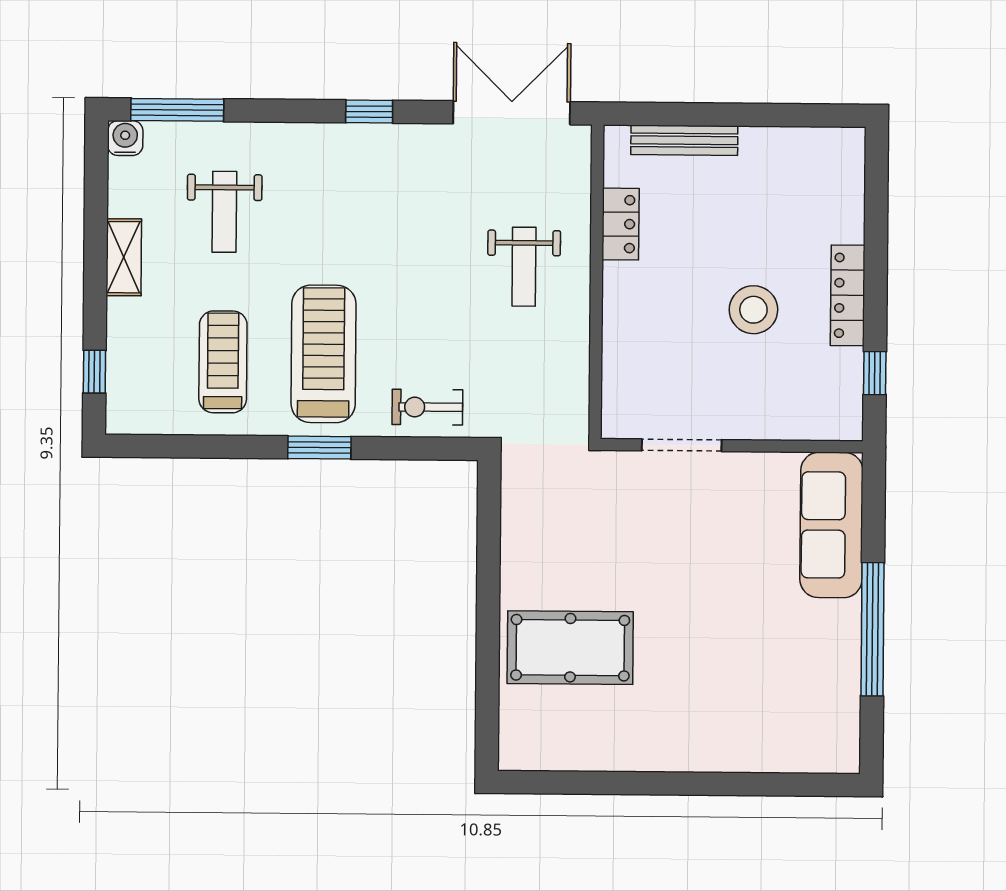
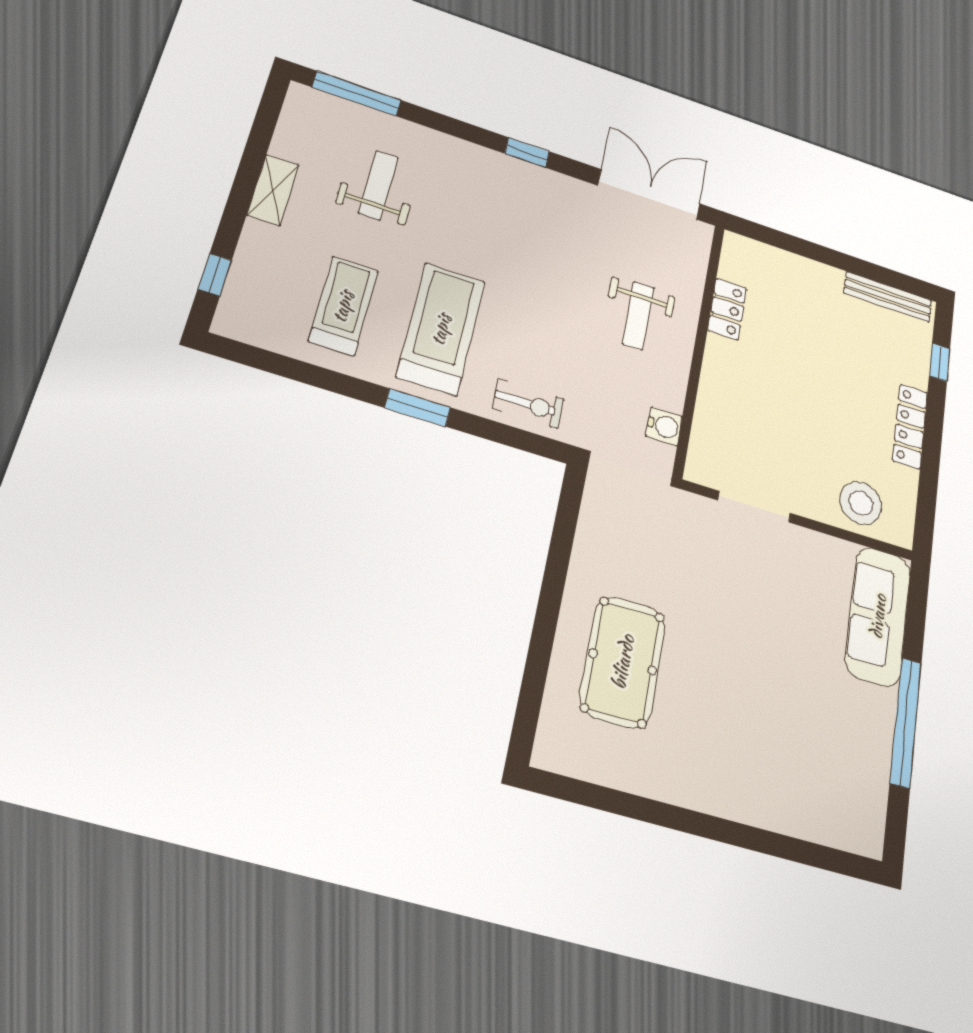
water cooler: (125, 138) -> (664, 426), moved, turned 90
bench: (684, 140) -> (888, 297), moved
weight bench: (224, 212) -> (378, 185), turned 180
stool: (753, 310) -> (861, 503), moved
window: (875, 373) -> (940, 362), moved
exercise bike: (427, 407) -> (528, 404), turned 180
pool table: (570, 648) -> (623, 662), turned 90

